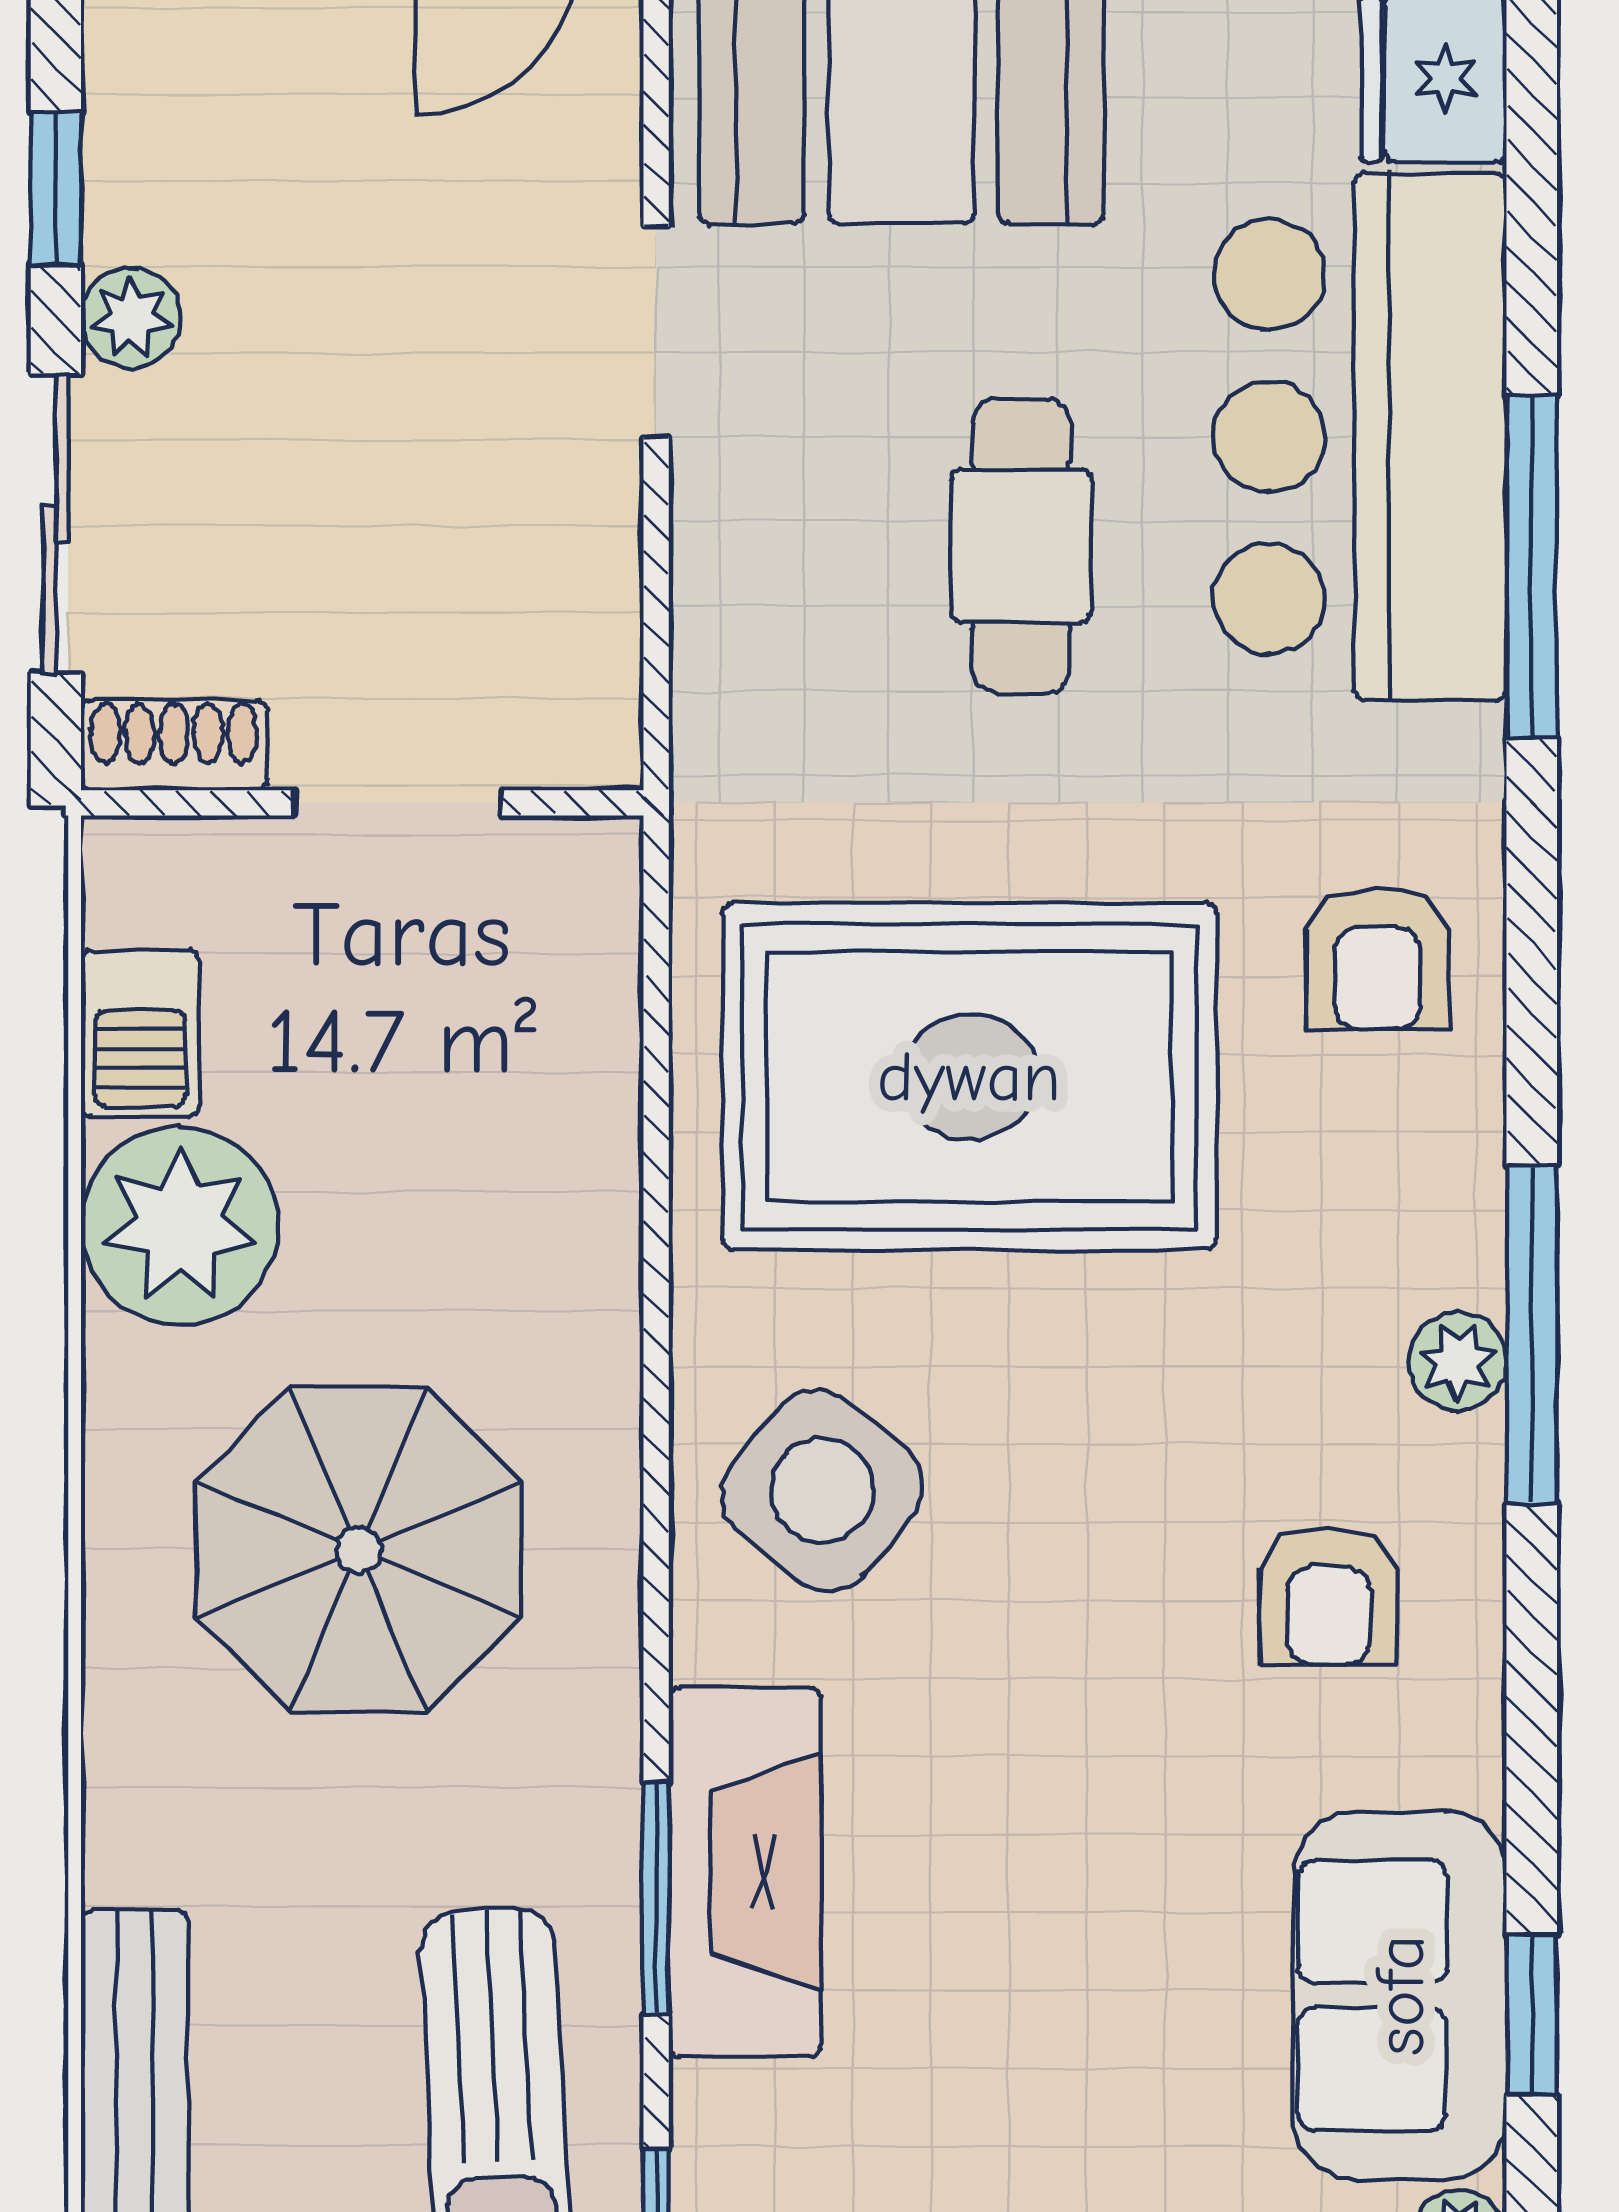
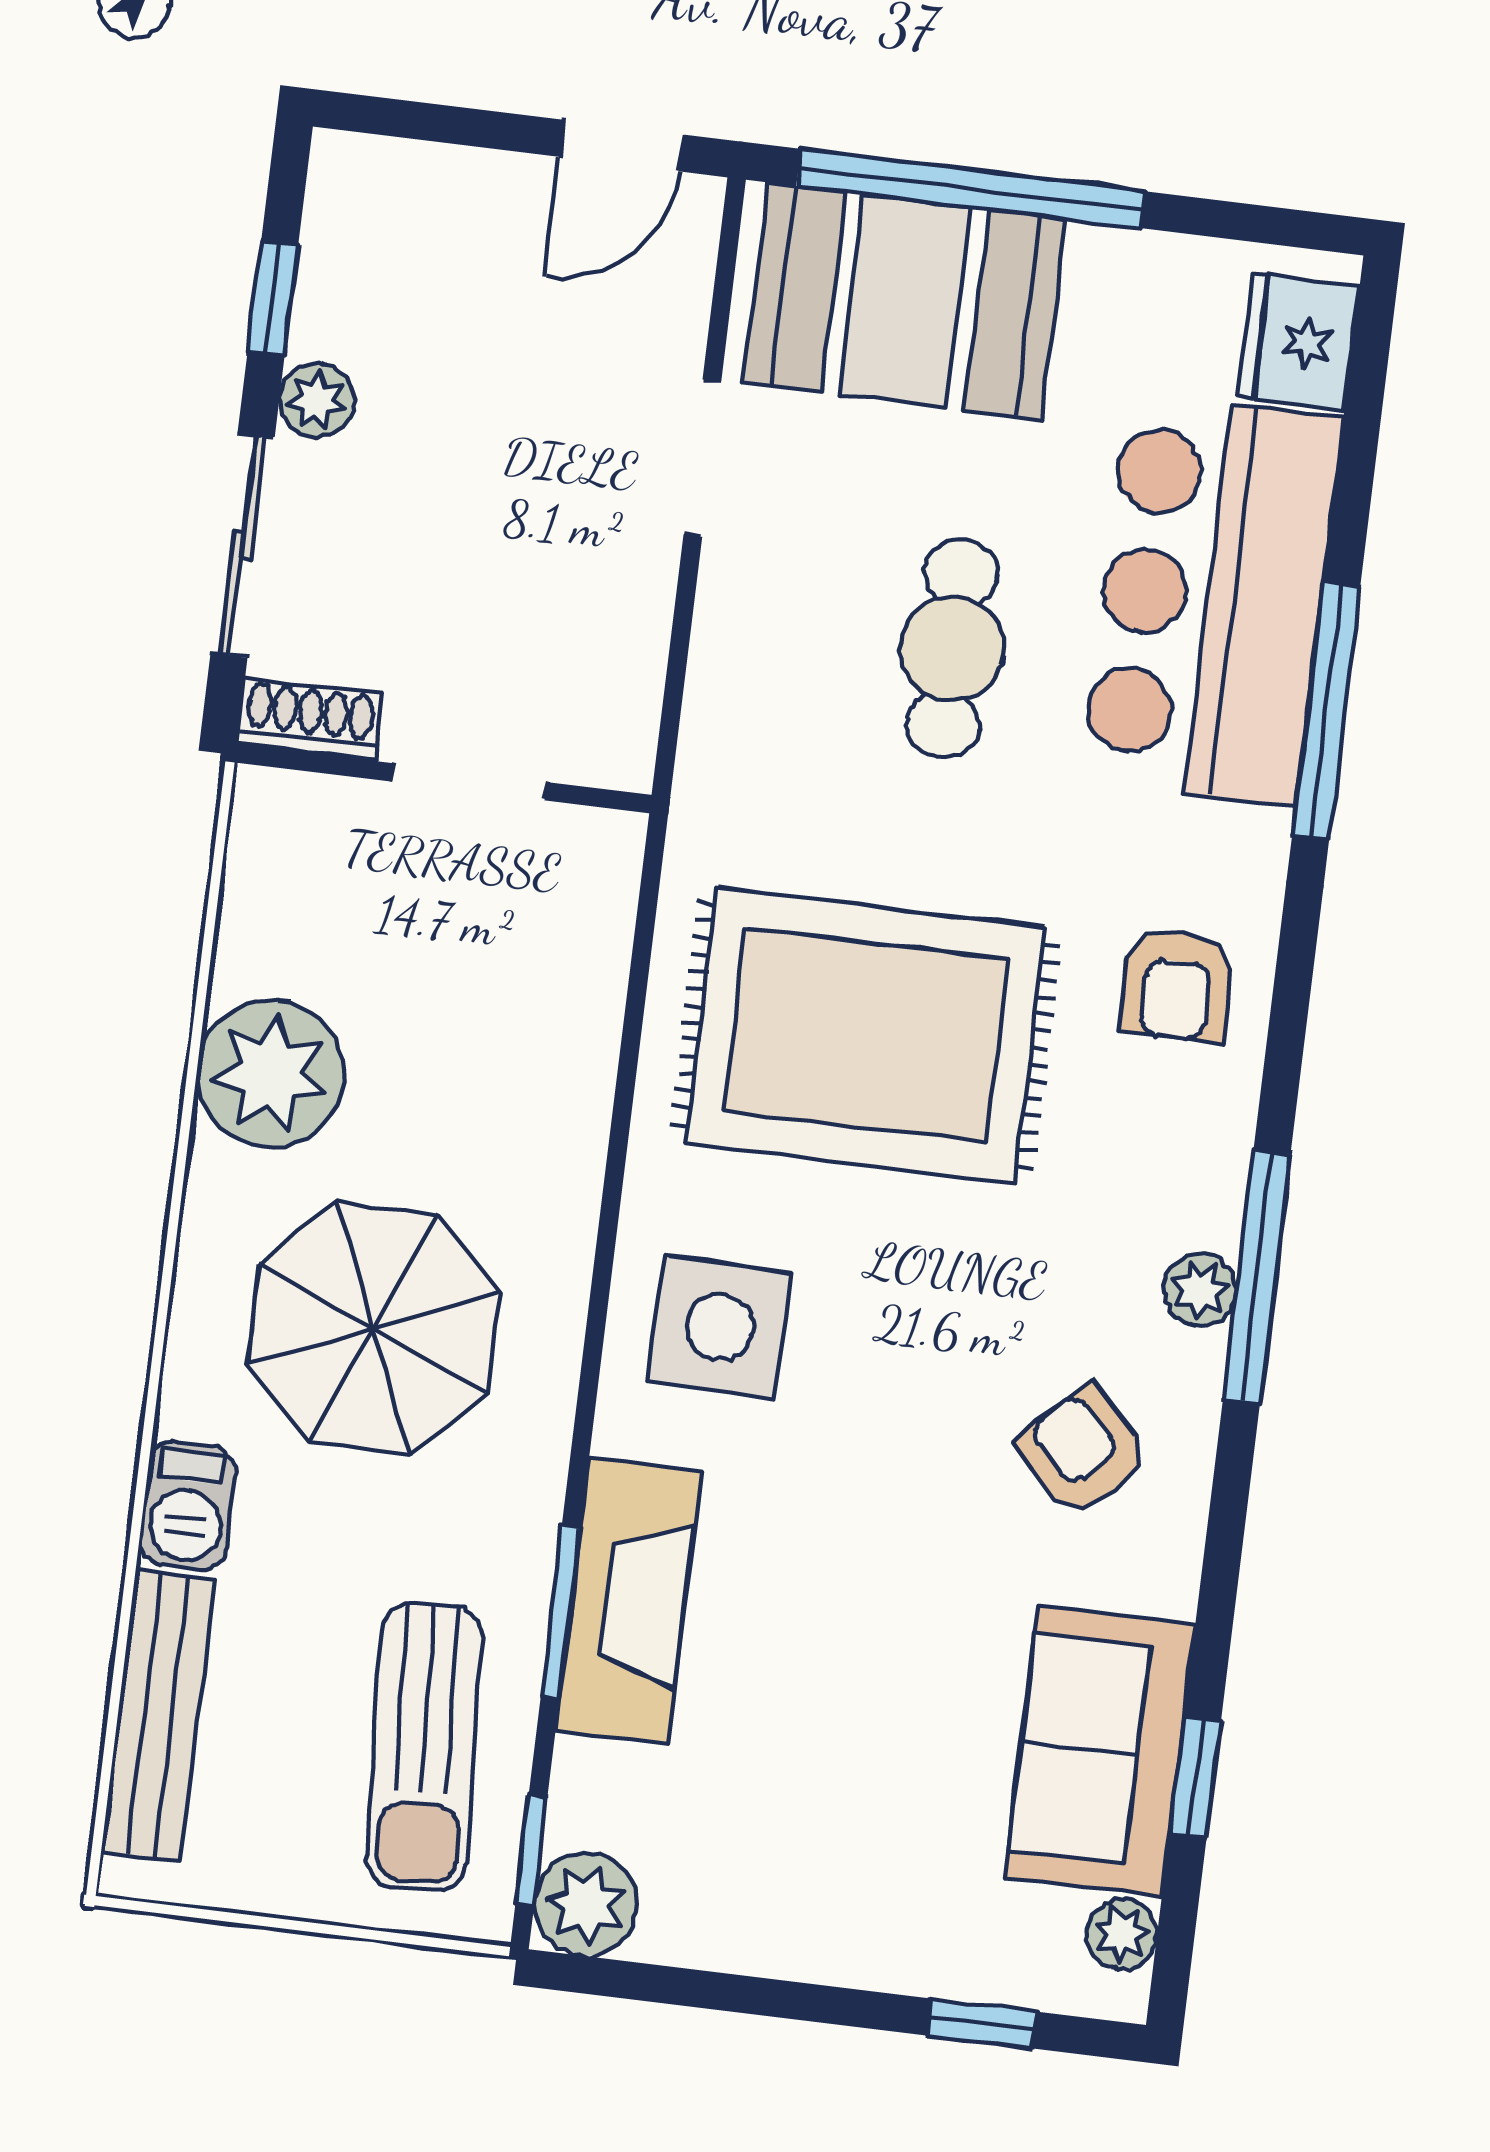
barbecue: (140, 1033) -> (188, 1506), moved
side table: (822, 1490) -> (720, 1327), turned -37
armchair: (1328, 1597) -> (1083, 1451), turned 135

